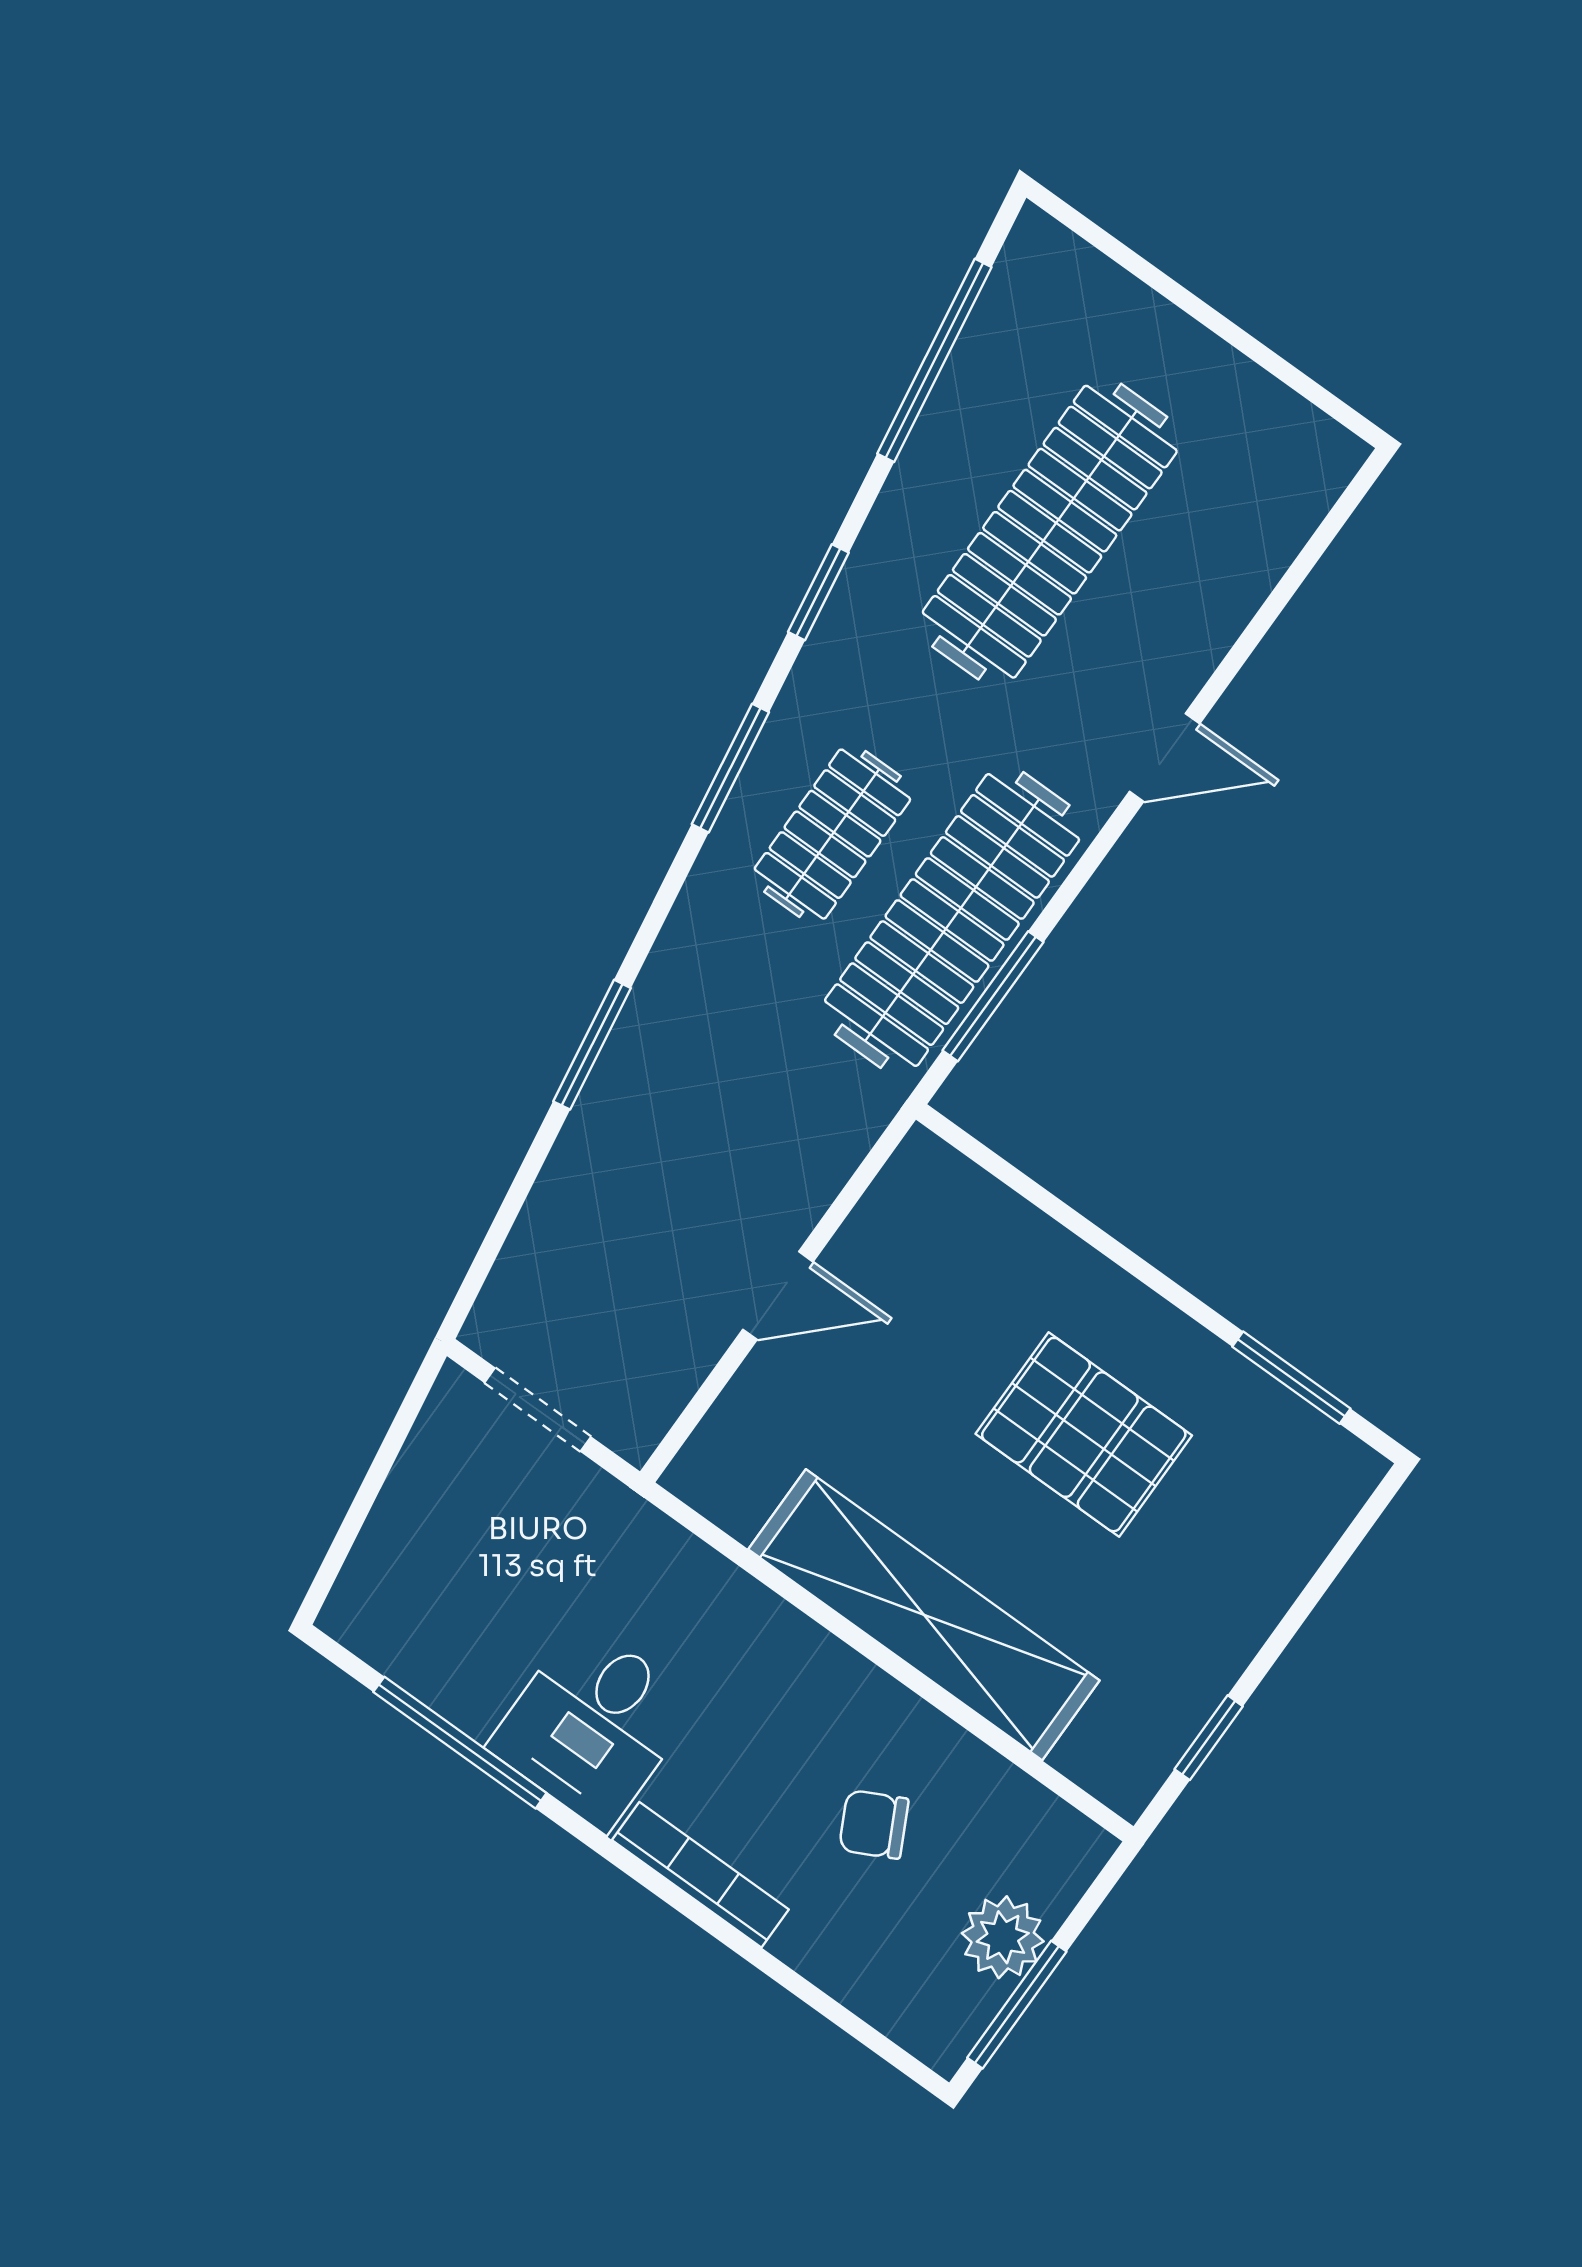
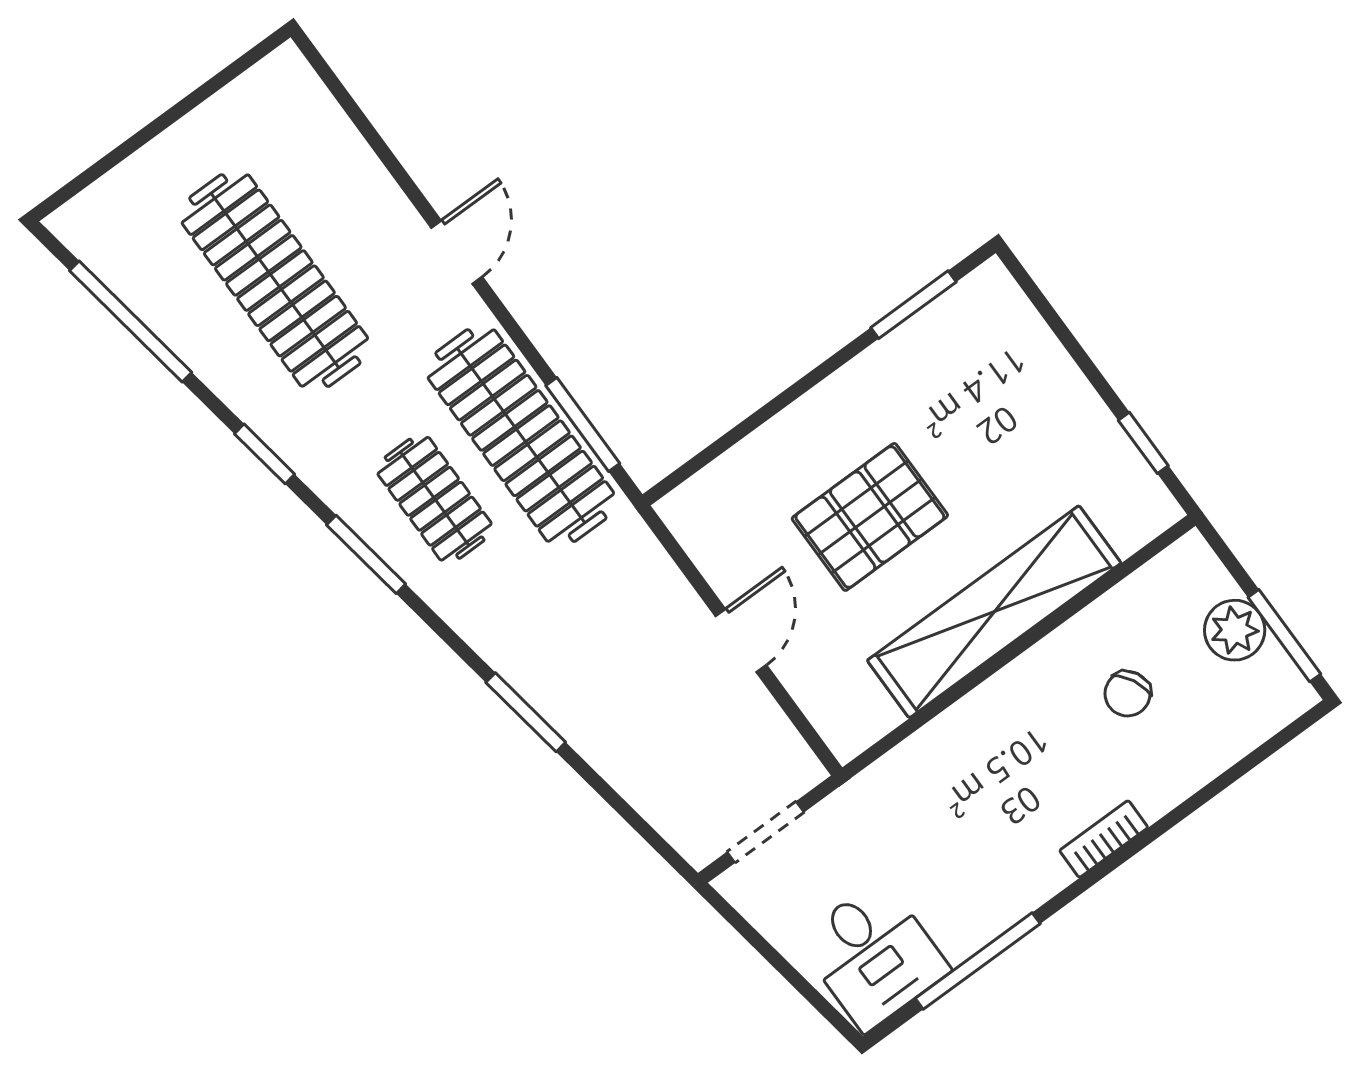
pallet: (1084, 1435) -> (870, 517), moved
desk: (593, 1726) -> (873, 955), moved
bookcase: (700, 1875) -> (1104, 839), width x0.64

